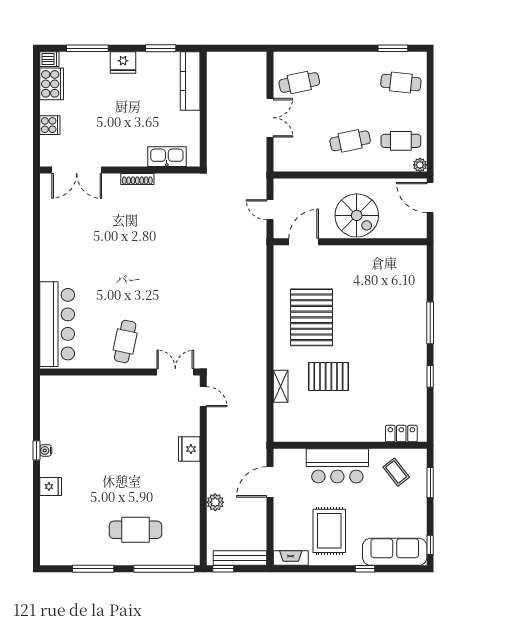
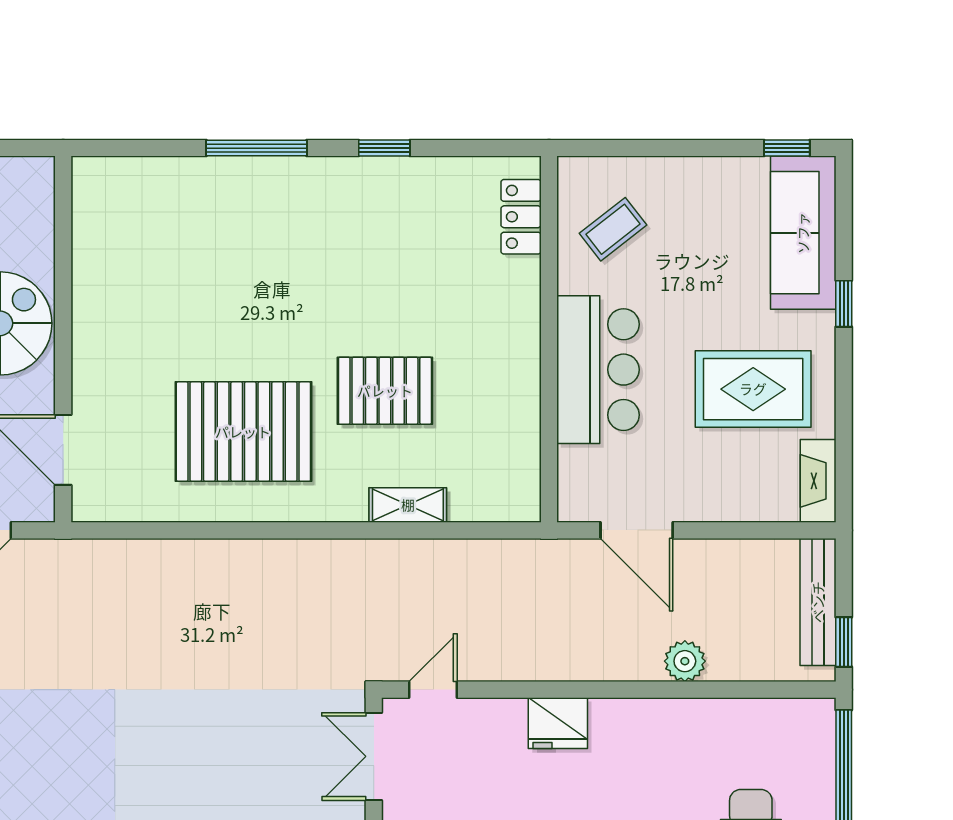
pallet: (328, 377) -> (385, 391), turned 90
window: (430, 483) -> (638, 148), removed

